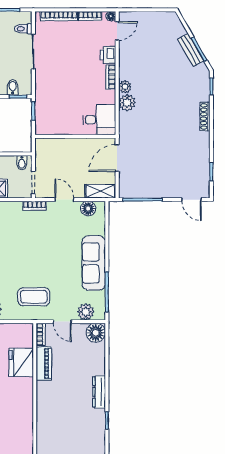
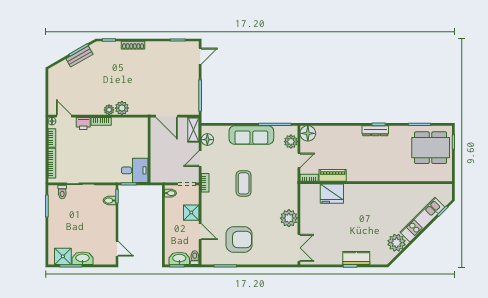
desk: (99, 120) -> (135, 170), moved, turned 90
coffee table: (34, 297) -> (244, 183), moved
dresser: (99, 392) -> (375, 131), moved

